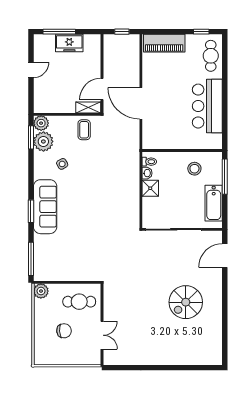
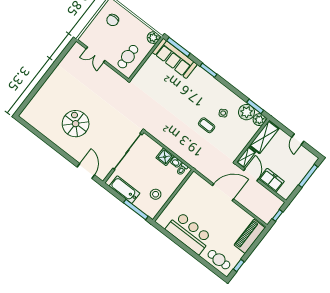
freezer: (69, 43) -> (271, 180), moved, turned 90
shelving: (55, 105) -> (264, 137), added
coffee table: (84, 130) -> (207, 125), moved
sofa: (45, 207) -> (175, 58), moved
chair: (64, 331) -> (113, 20), moved

